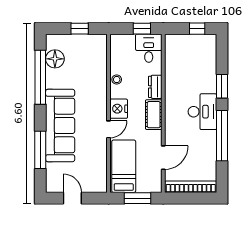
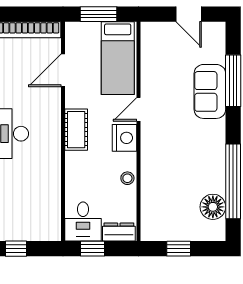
dresser: (155, 87) -> (119, 232), moved, turned -90
sofa: (60, 126) -> (210, 91), width x0.54, depth x0.79

